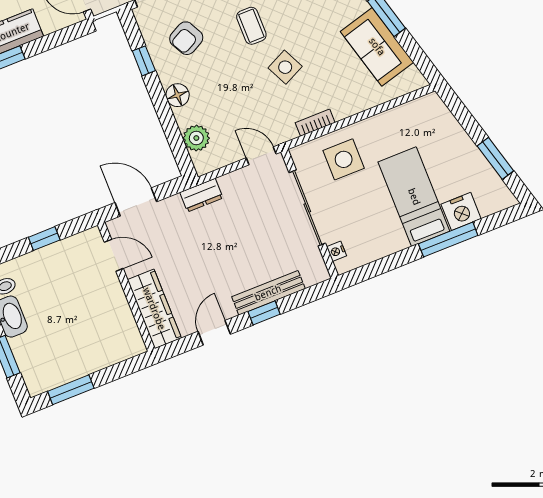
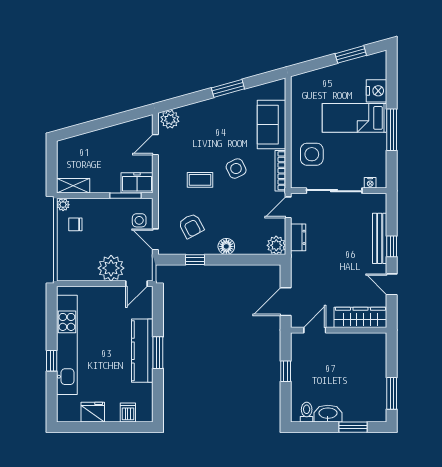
sofa: (377, 47) -> (271, 125), moved, turned 105
bookcase: (315, 123) -> (280, 171), width x1.56
plant: (196, 138) -> (276, 245), moved
dresser: (201, 195) -> (298, 237), moved
window: (448, 240) -> (392, 130), moved

